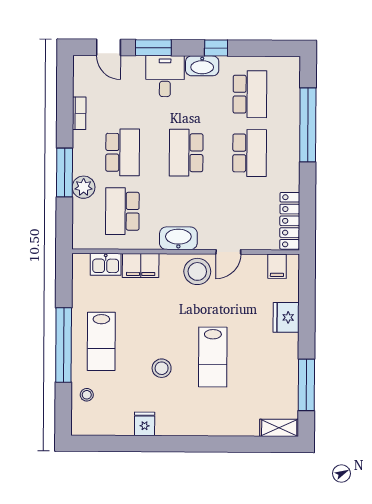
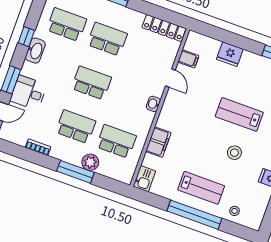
desk: (165, 76) -> (28, 93), moved
school desk: (186, 153) -> (91, 83), turned 180
school desk: (122, 211) -> (116, 141), turned 180
washbasin: (178, 238) -> (153, 104), width x0.52, depth x0.69
kitchen sink: (106, 264) -> (144, 179), moved
filing cabinet: (277, 266) -> (188, 59), moved
stool: (197, 271) -> (176, 104), removed
lab bench: (213, 357) -> (239, 114), turned 180

